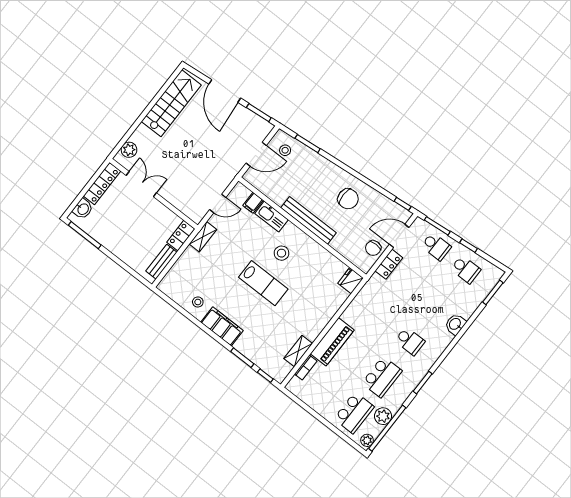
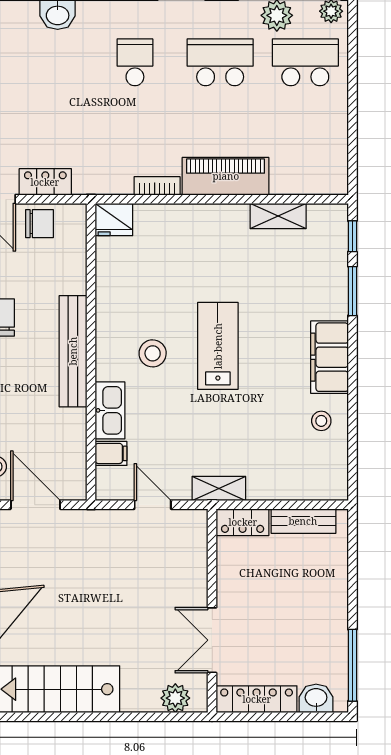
bookcase: (306, 368) -> (157, 186), moved

